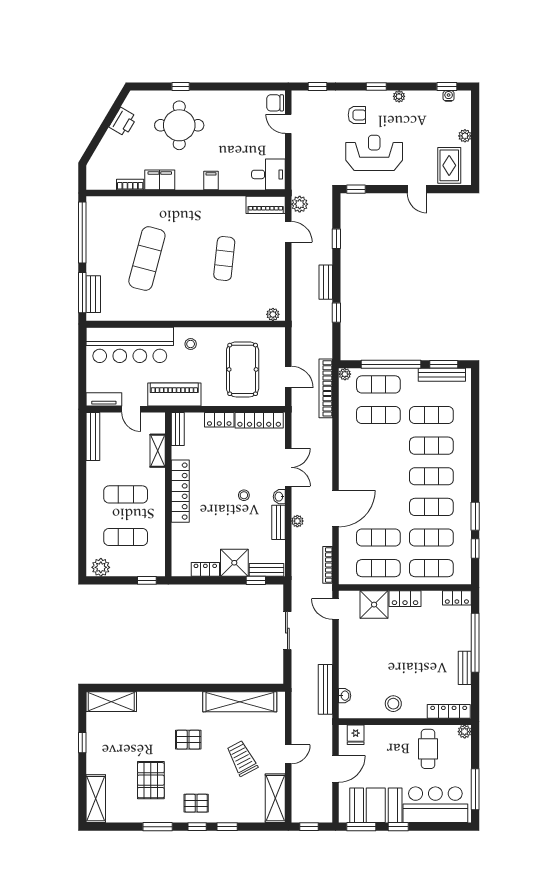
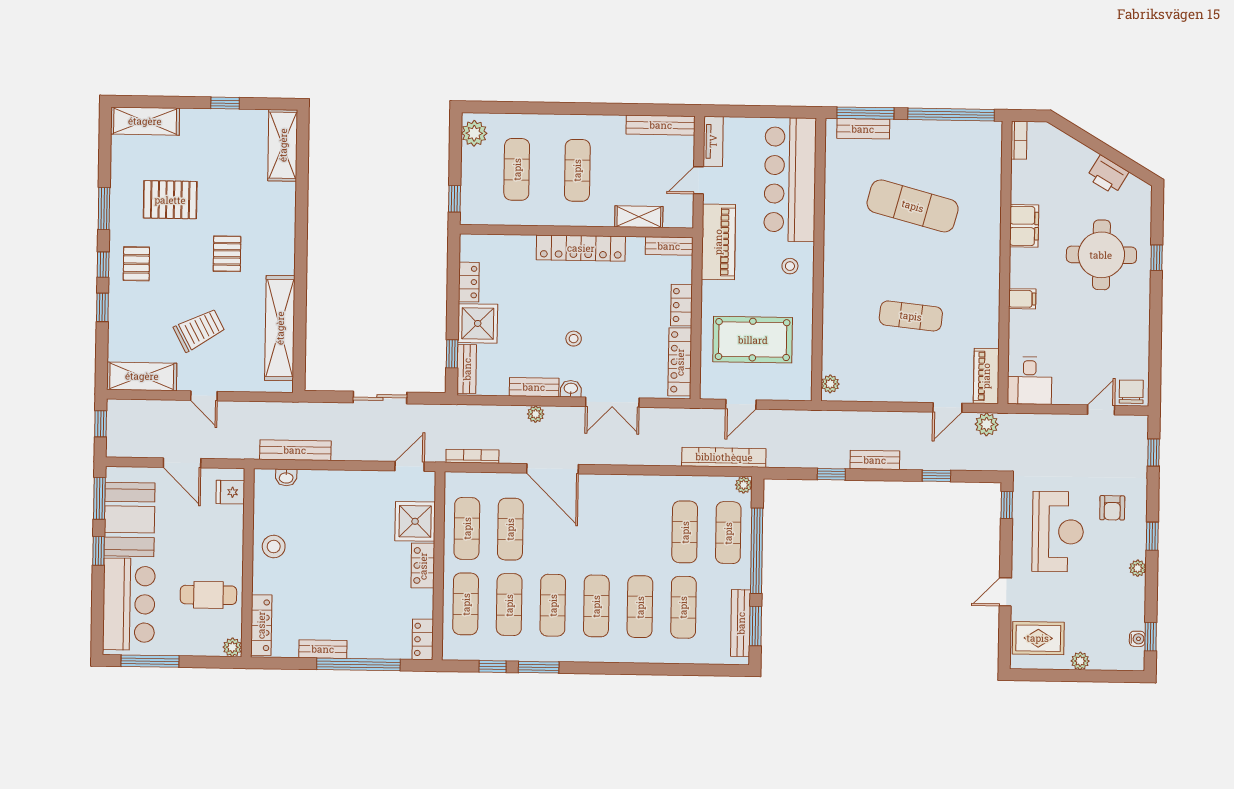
bookcase: (130, 185) -> (1019, 140), moved

